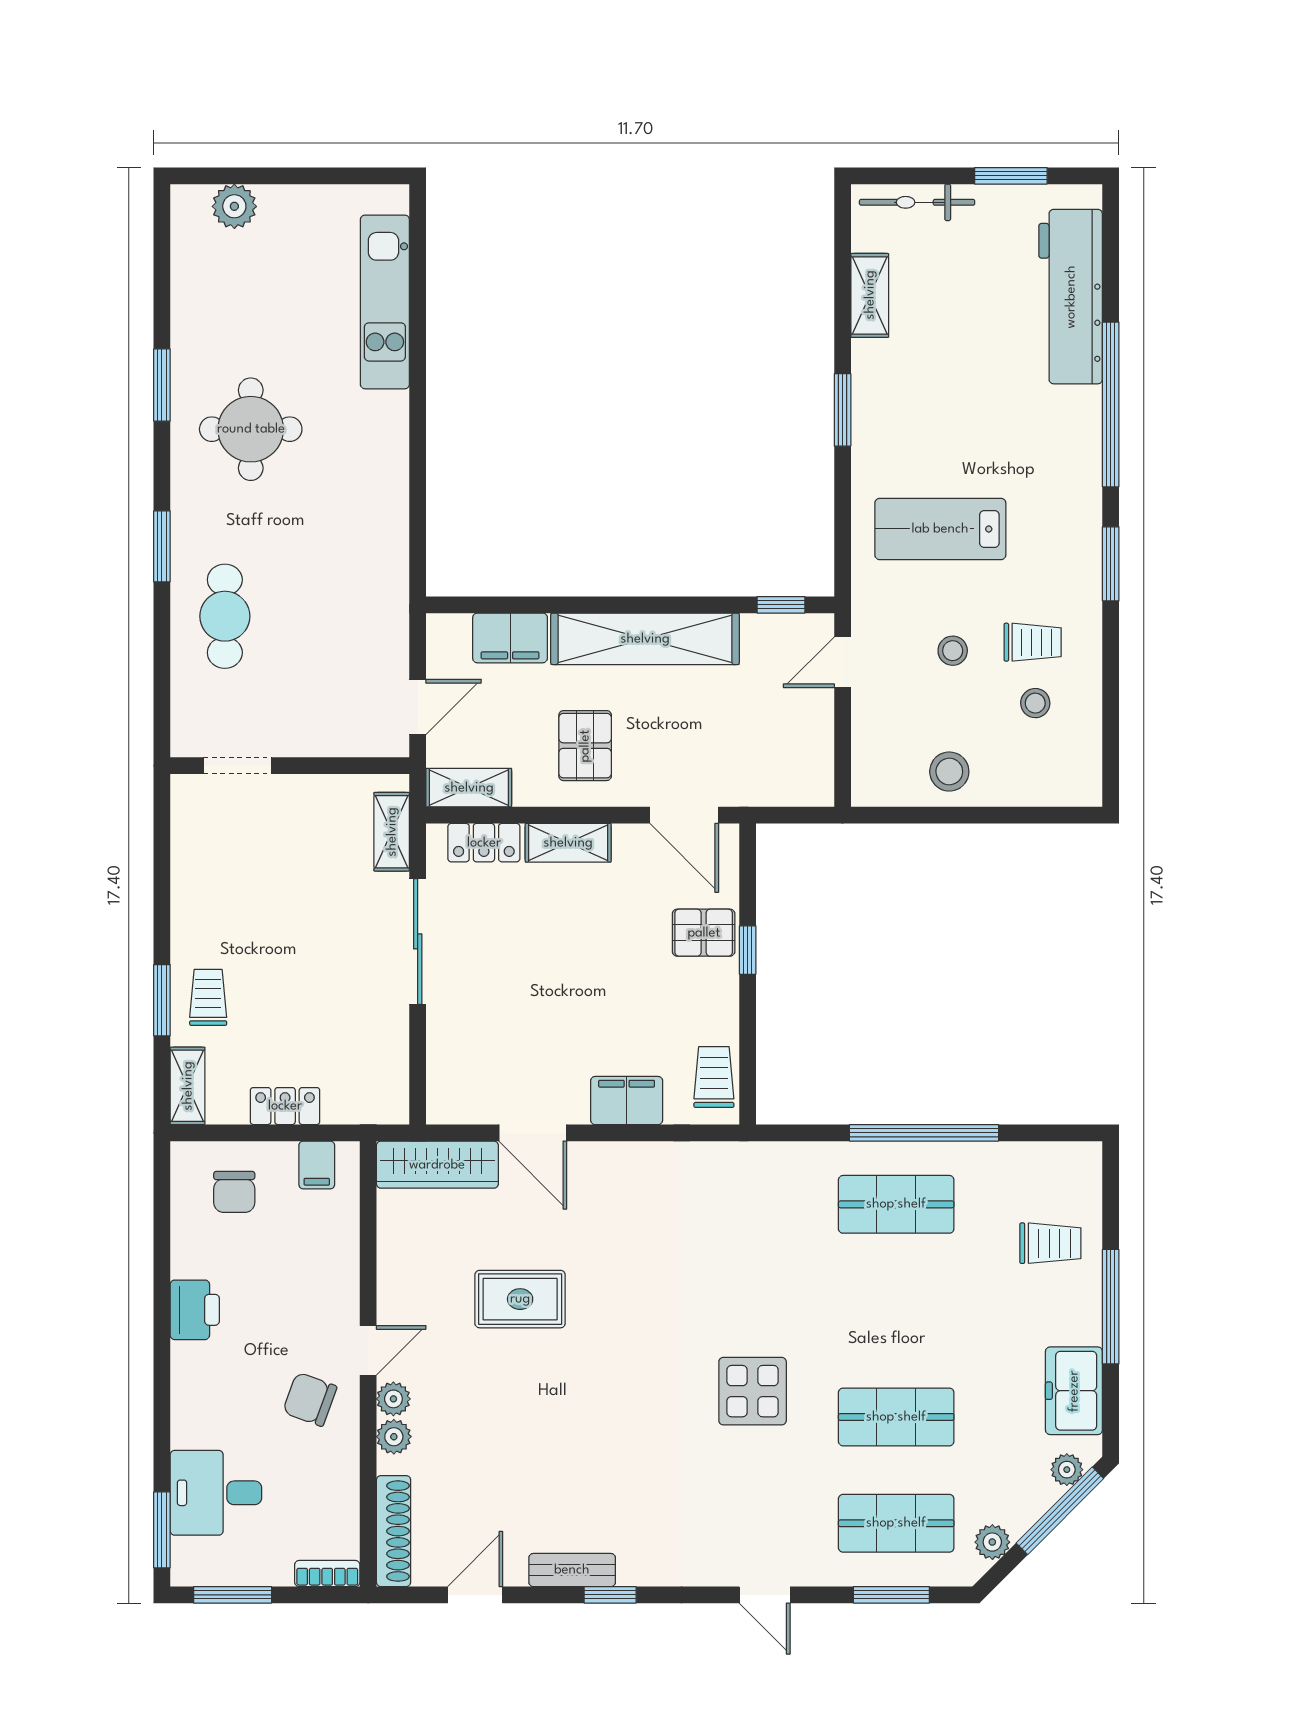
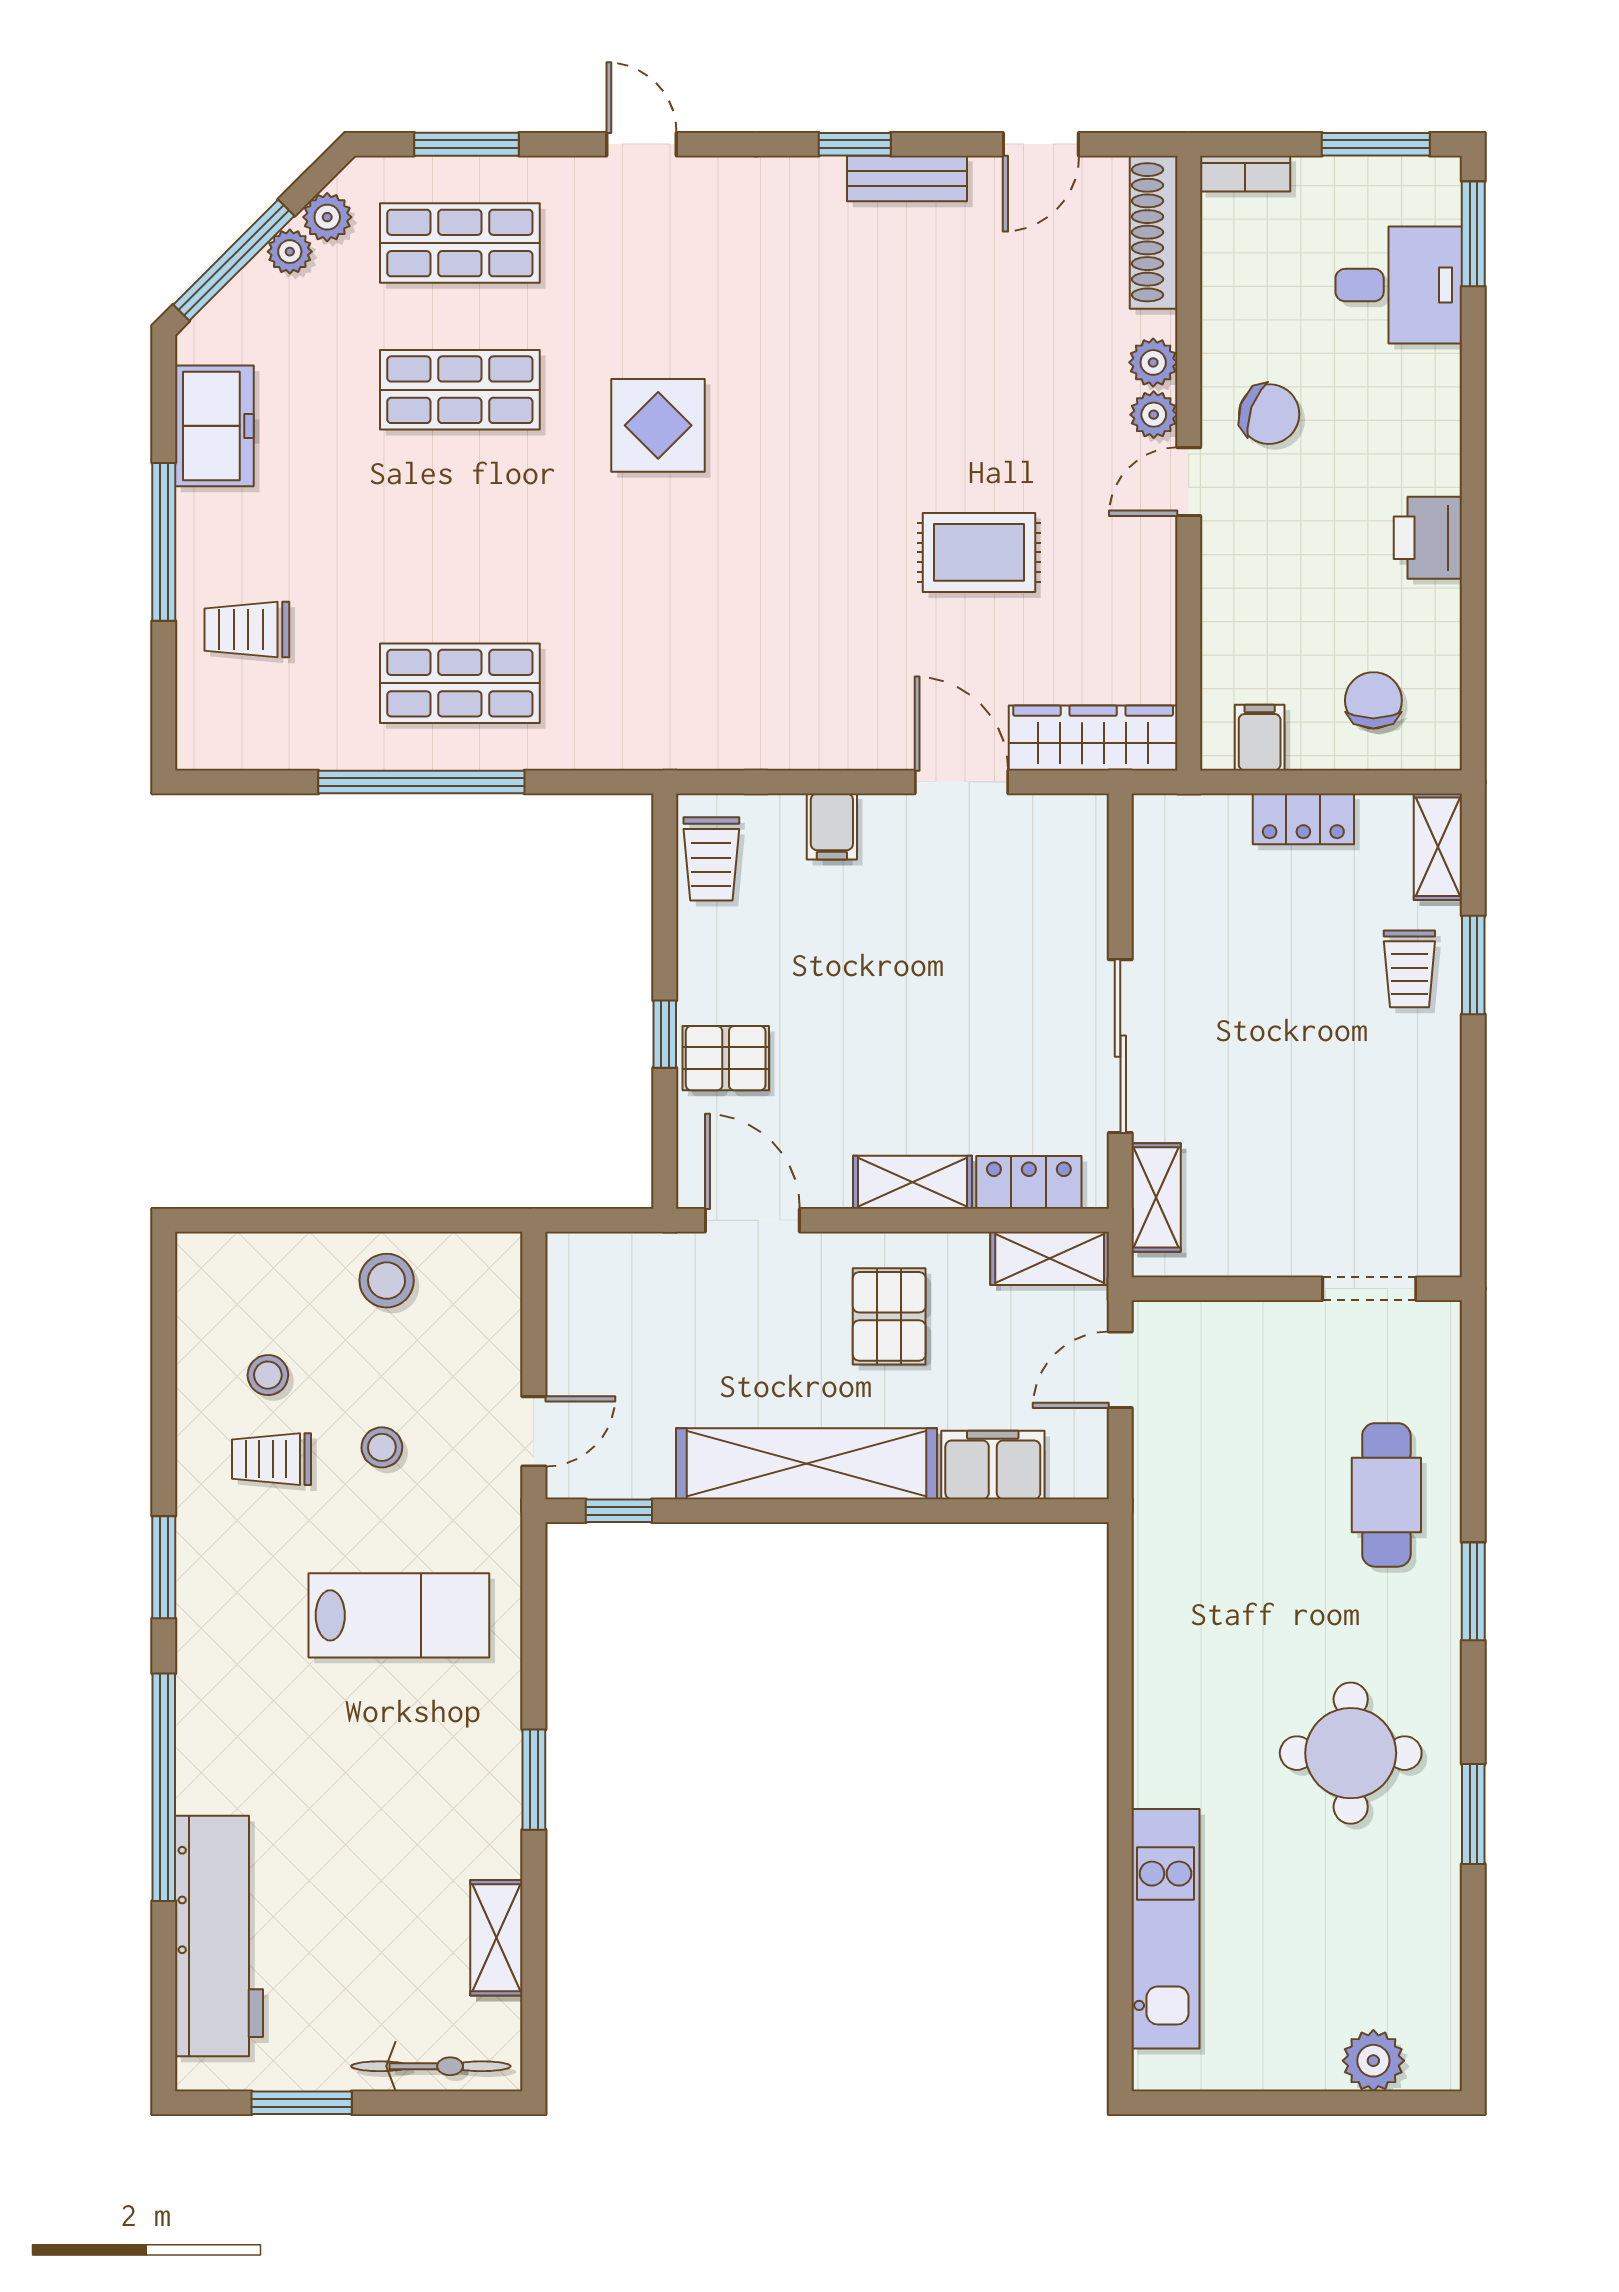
filing cabinet: (627, 1101) -> (832, 827), width x0.50
plant: (1067, 1470) -> (290, 252), moved

